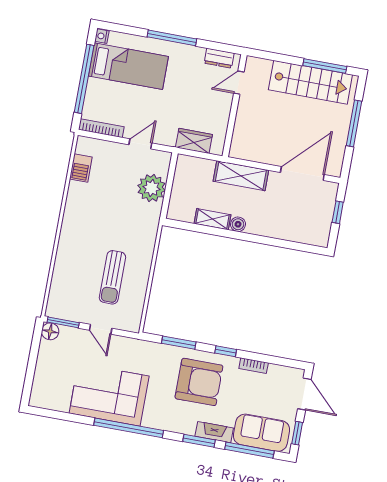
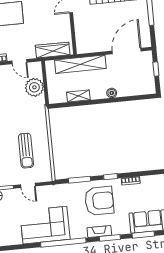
wardrobe: (194, 141) -> (53, 50), width x1.50
door: (140, 144) -> (19, 62), swing flipped
shelving: (241, 176) -> (80, 64), width x1.47
boiler: (238, 224) -> (112, 93), moved
fireplace: (214, 432) -> (99, 231), moved
window: (249, 450) -> (143, 235), width x0.69

